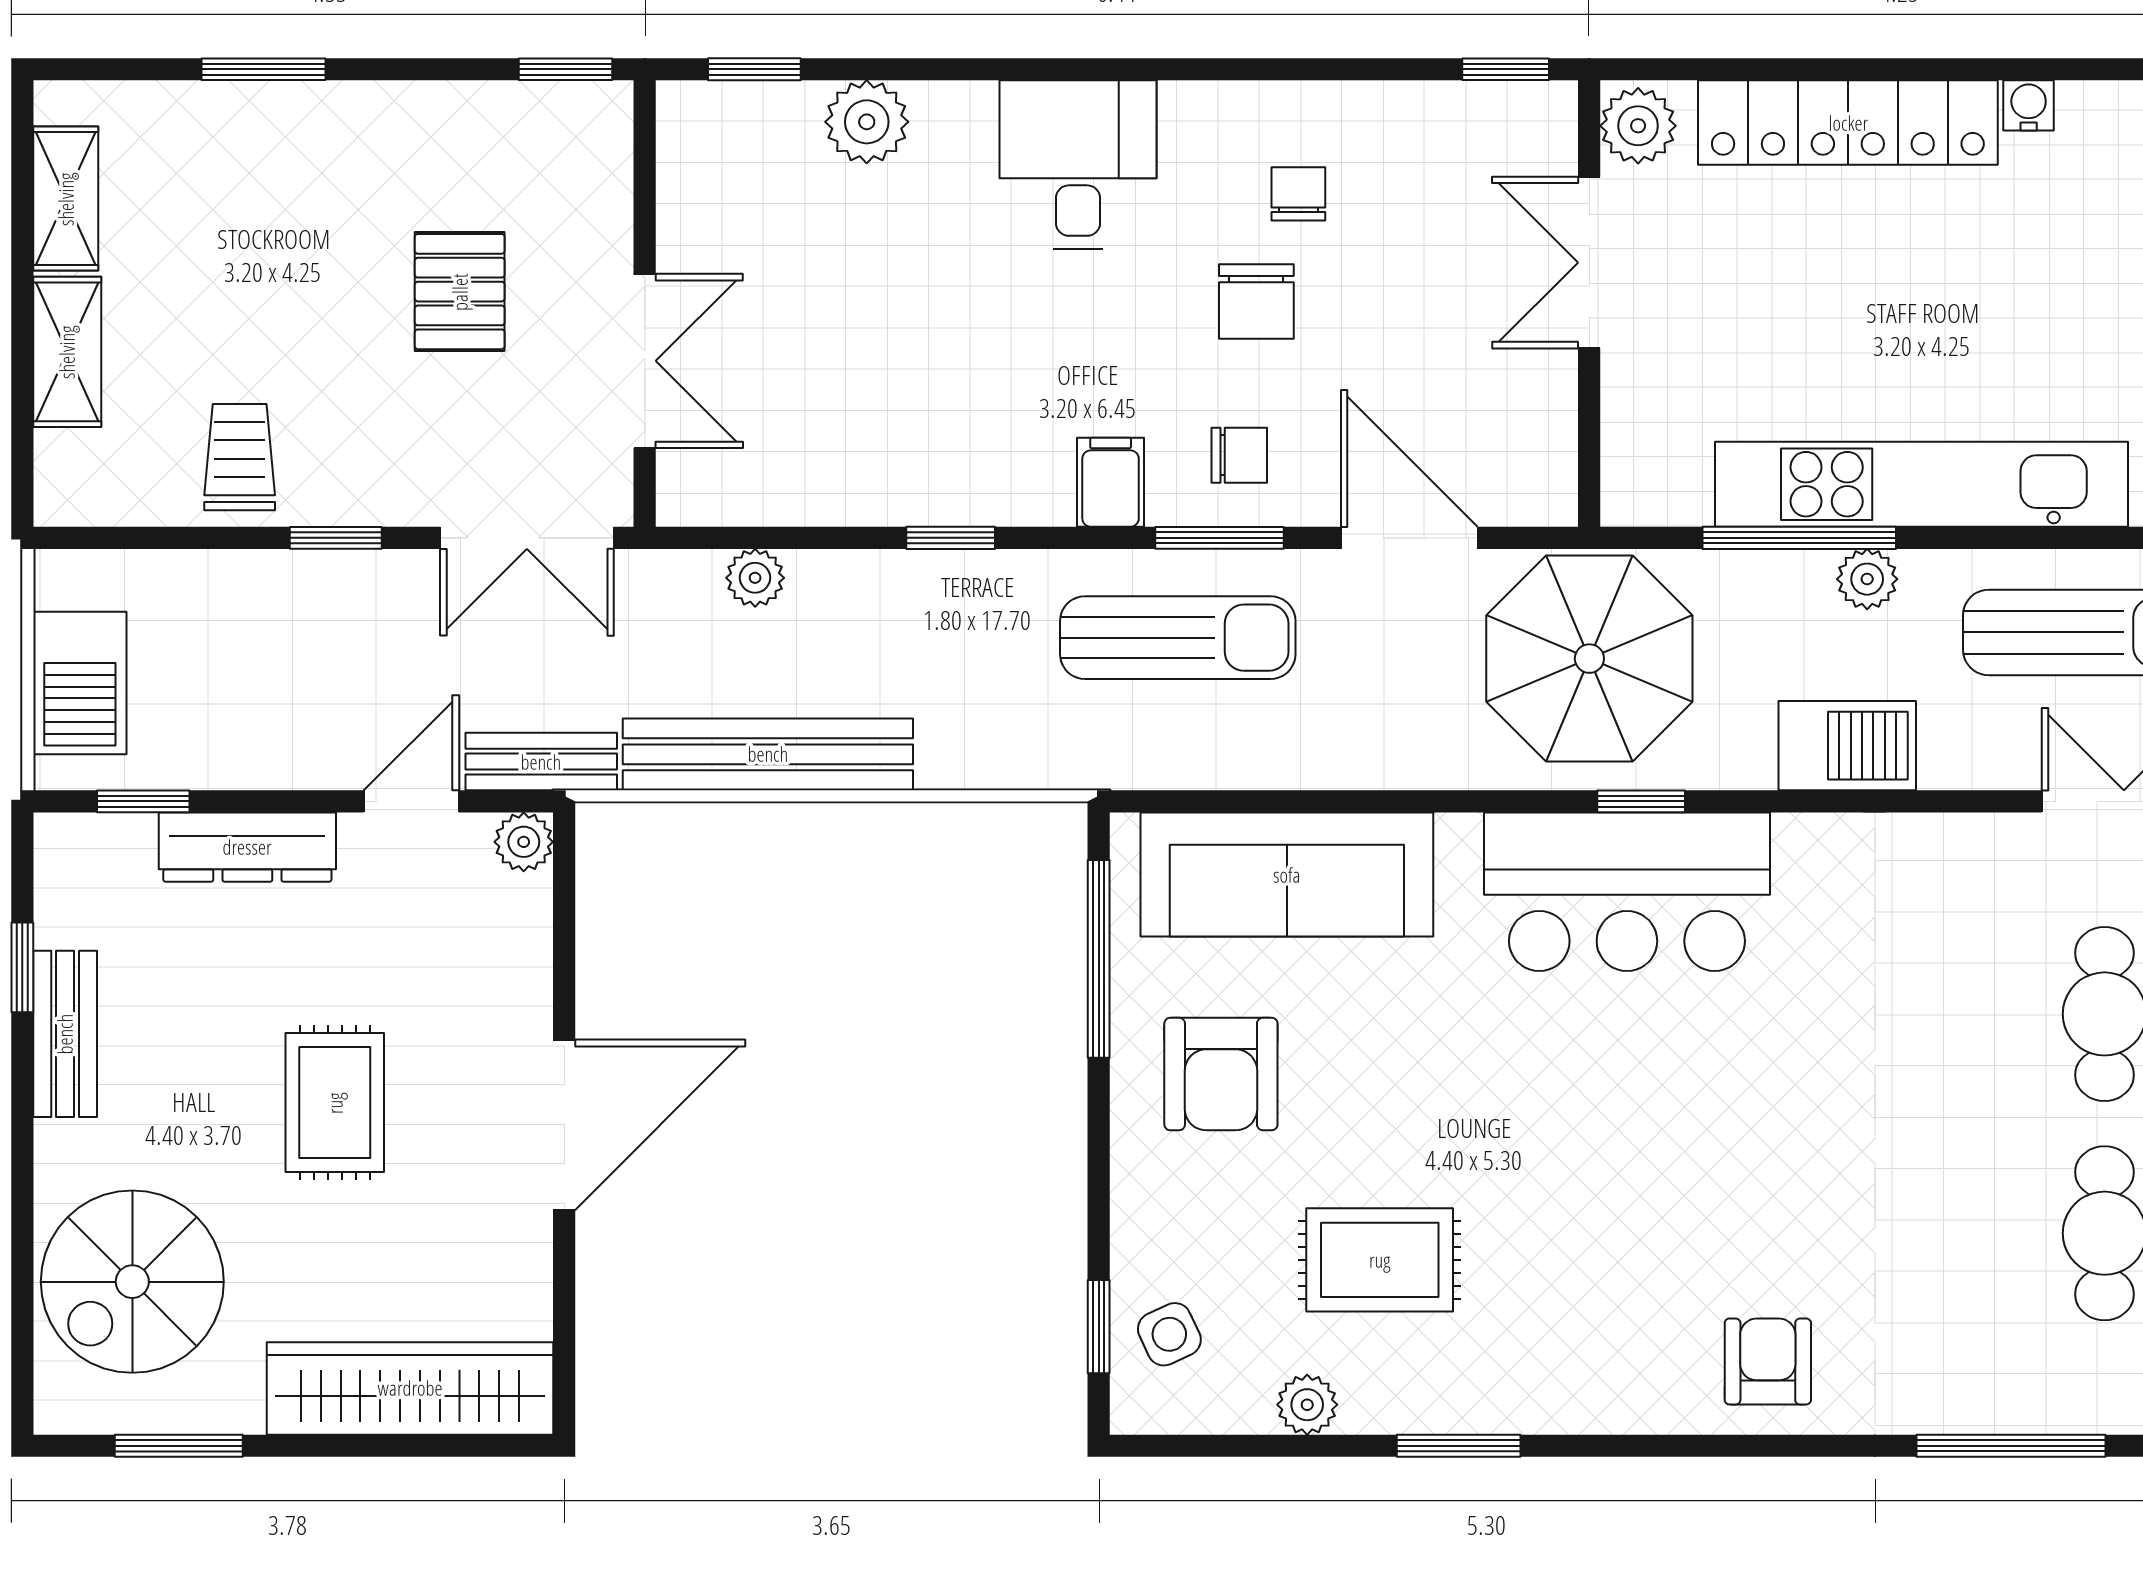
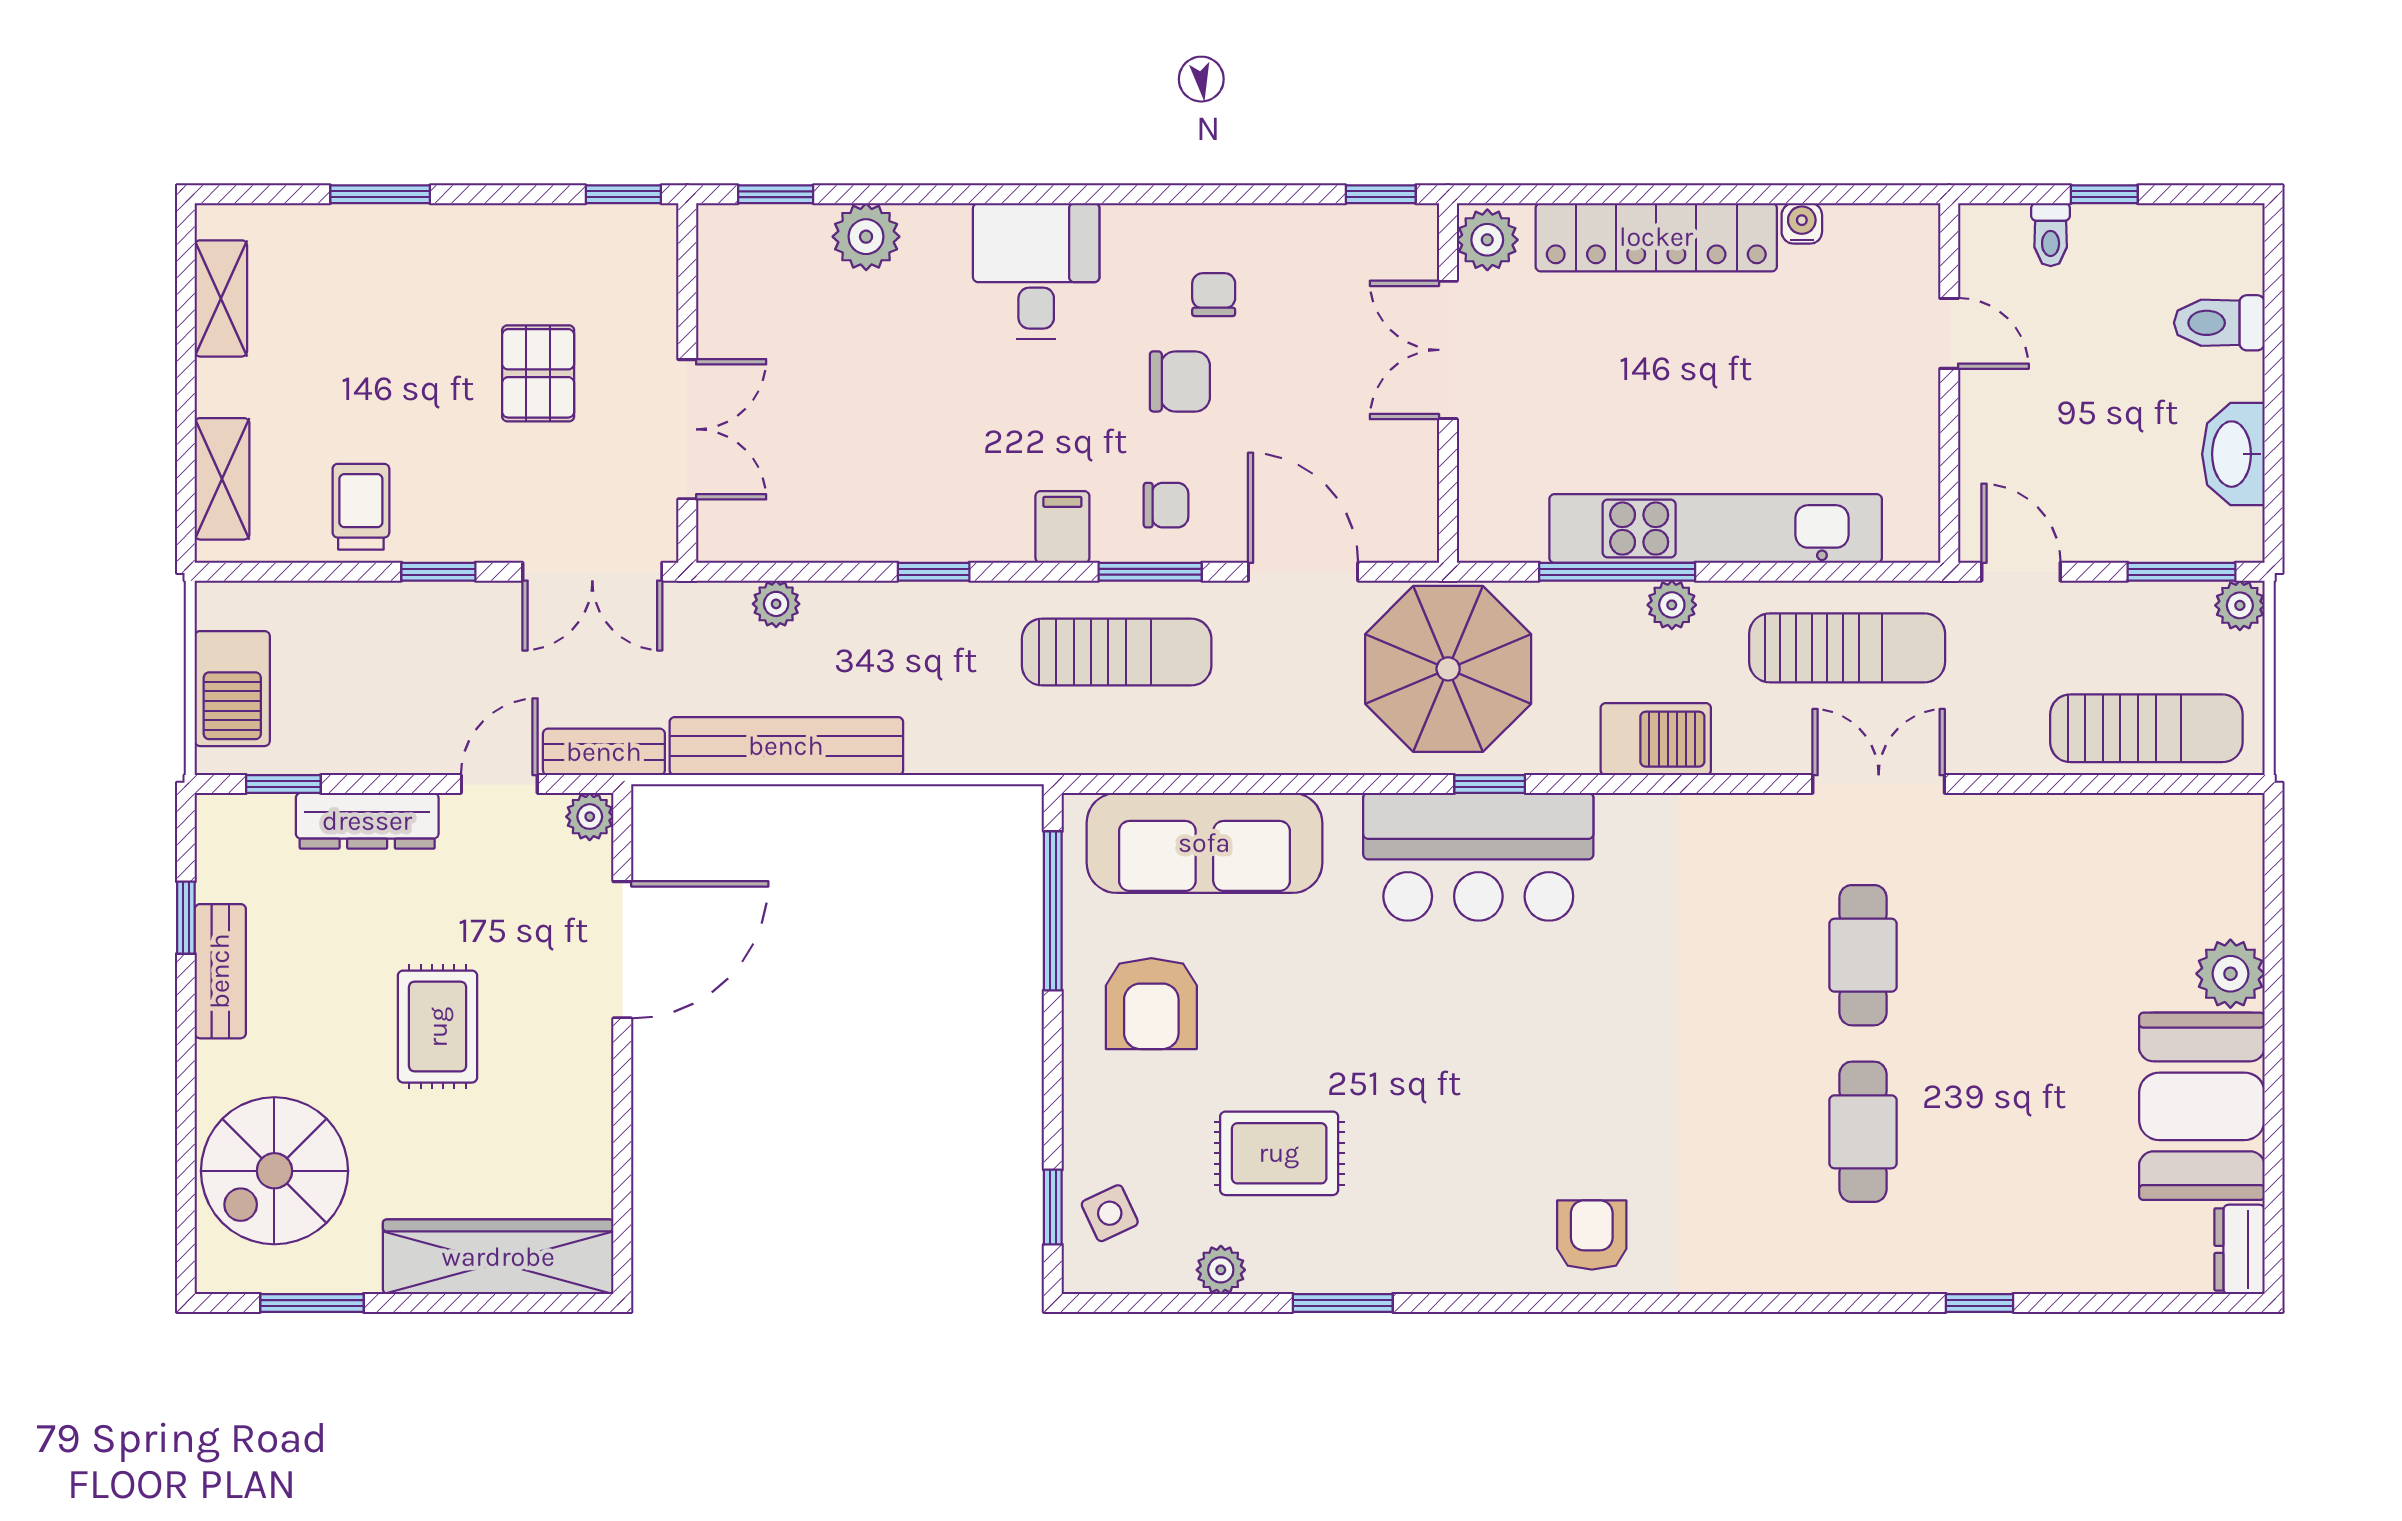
chair: (1256, 302) -> (1180, 381), turned -90
shelving: (67, 352) -> (222, 479), moved
door: (564, 1125) -> (622, 950), moved
window: (2011, 1446) -> (1788, 1303), removed

